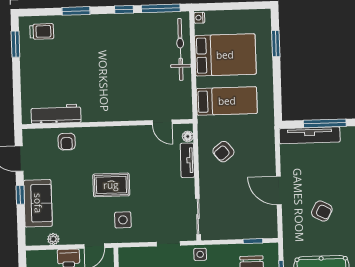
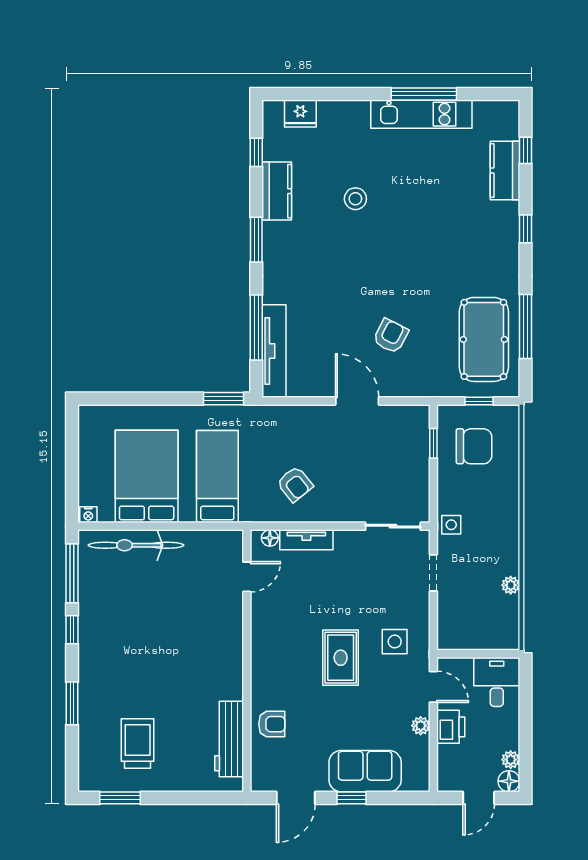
trolley: (42, 31) -> (138, 743), moved, width x1.36, depth x1.39
window: (276, 44) -> (224, 399), moved
door: (279, 191) -> (357, 401), swing flipped
plant: (53, 239) -> (421, 726), moved

